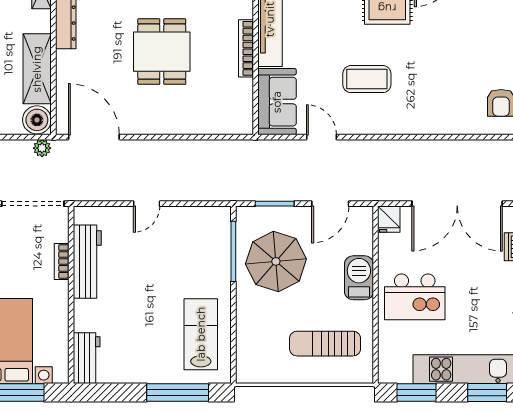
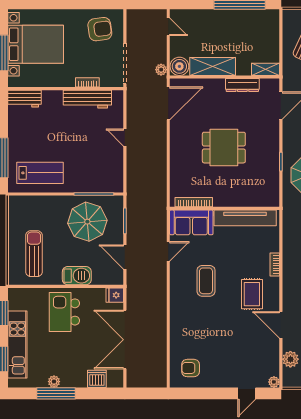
bookcase: (246, 48) -> (194, 202), moved

